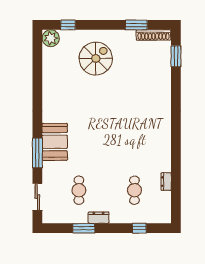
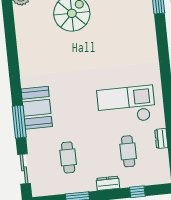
checkout: (137, 148) -> (126, 105), added
dresser: (99, 218) -> (108, 183), moved

